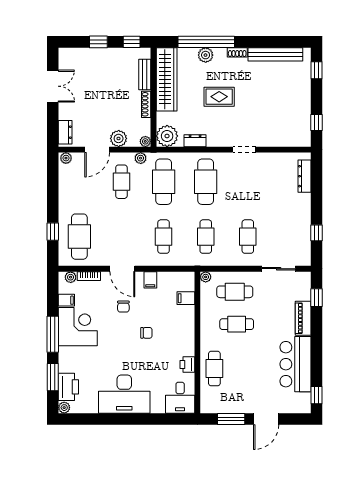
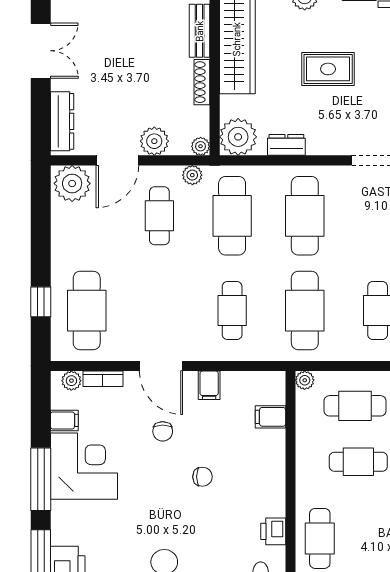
dresser: (65, 132) -> (62, 121), width x1.44
plant: (66, 158) -> (72, 183), width x1.88, depth x1.88
cafe table: (206, 237) -> (305, 311), width x1.37, depth x1.35

